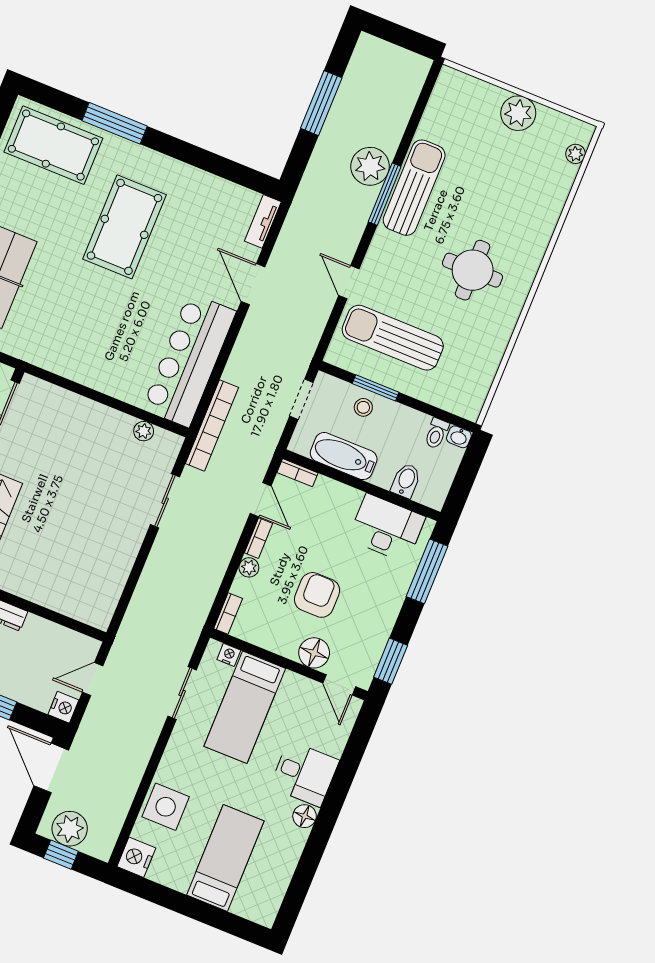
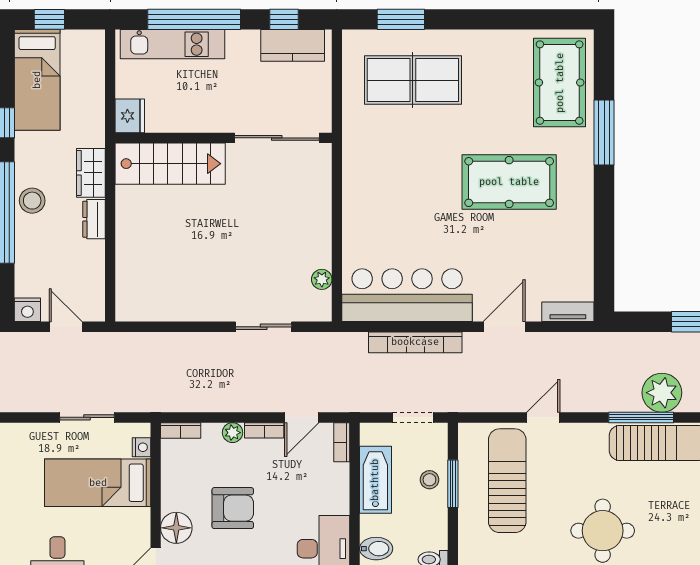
bookcase: (212, 426) -> (415, 342), moved

